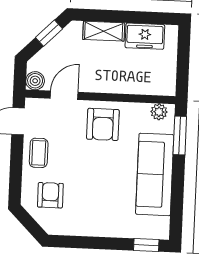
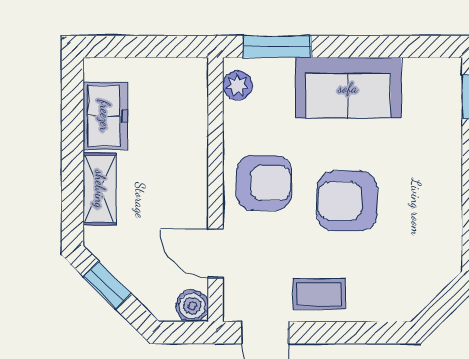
sofa: (155, 174) -> (348, 88), width x0.73
armchair: (50, 195) -> (347, 201), moved, width x1.38, depth x1.38

